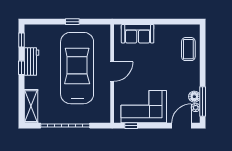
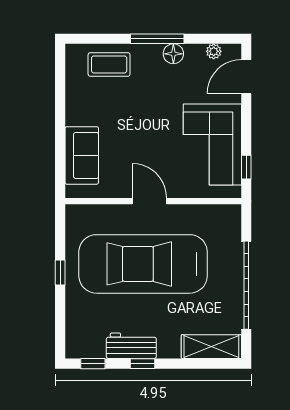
floor lamp: (194, 97) -> (173, 54), moved
window: (203, 102) -> (157, 39), moved
door: (181, 126) -> (246, 77), hinge flipped

